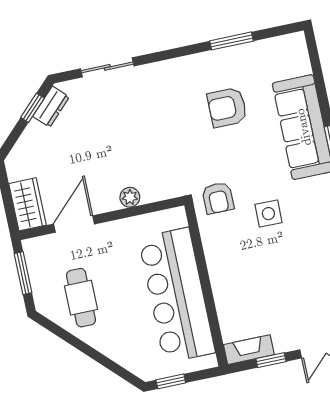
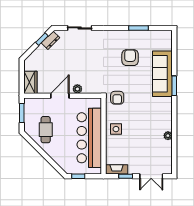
armchair: (227, 107) -> (130, 58), turned 90
side table: (268, 214) -> (116, 129), moved
door: (74, 224) -> (60, 96), moved

